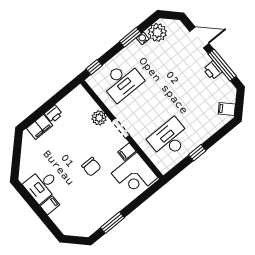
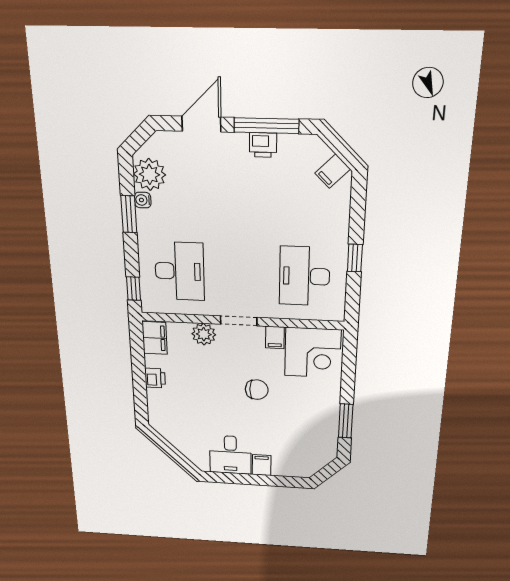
filing cabinet: (40, 127) -> (155, 338), moved

